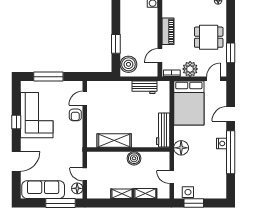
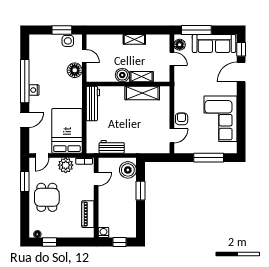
piano: (168, 31) -> (88, 214), moved
dining table: (209, 37) -> (47, 197), turned 90
window: (16, 122) -> (241, 49), moved
floor lamp: (181, 148) -> (75, 70), moved
shelving: (145, 194) -> (142, 77), moved

